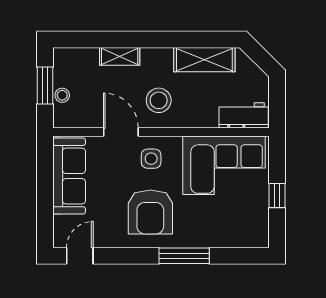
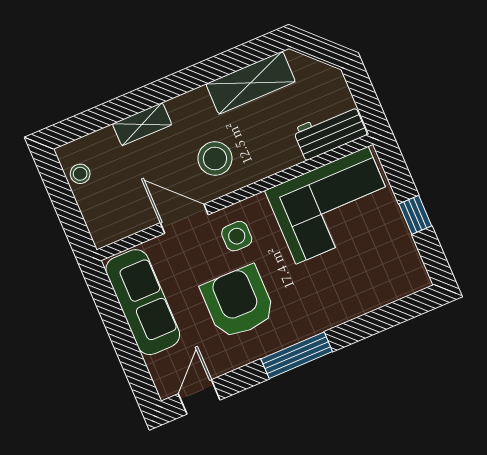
window: (45, 85) -> (64, 201), removed
stool: (62, 95) -> (80, 174), moved
armchair: (150, 212) -> (238, 302), moved, turned 180
window: (184, 256) -> (297, 355), moved

